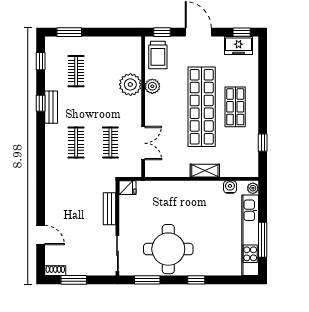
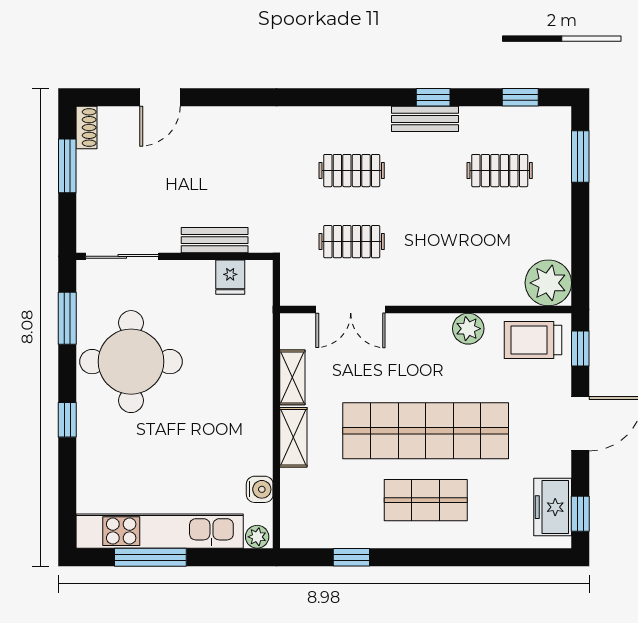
plant: (130, 84) -> (548, 283), moved
shelving: (176, 171) -> (292, 377), added
fridge: (127, 188) -> (230, 277), moved

